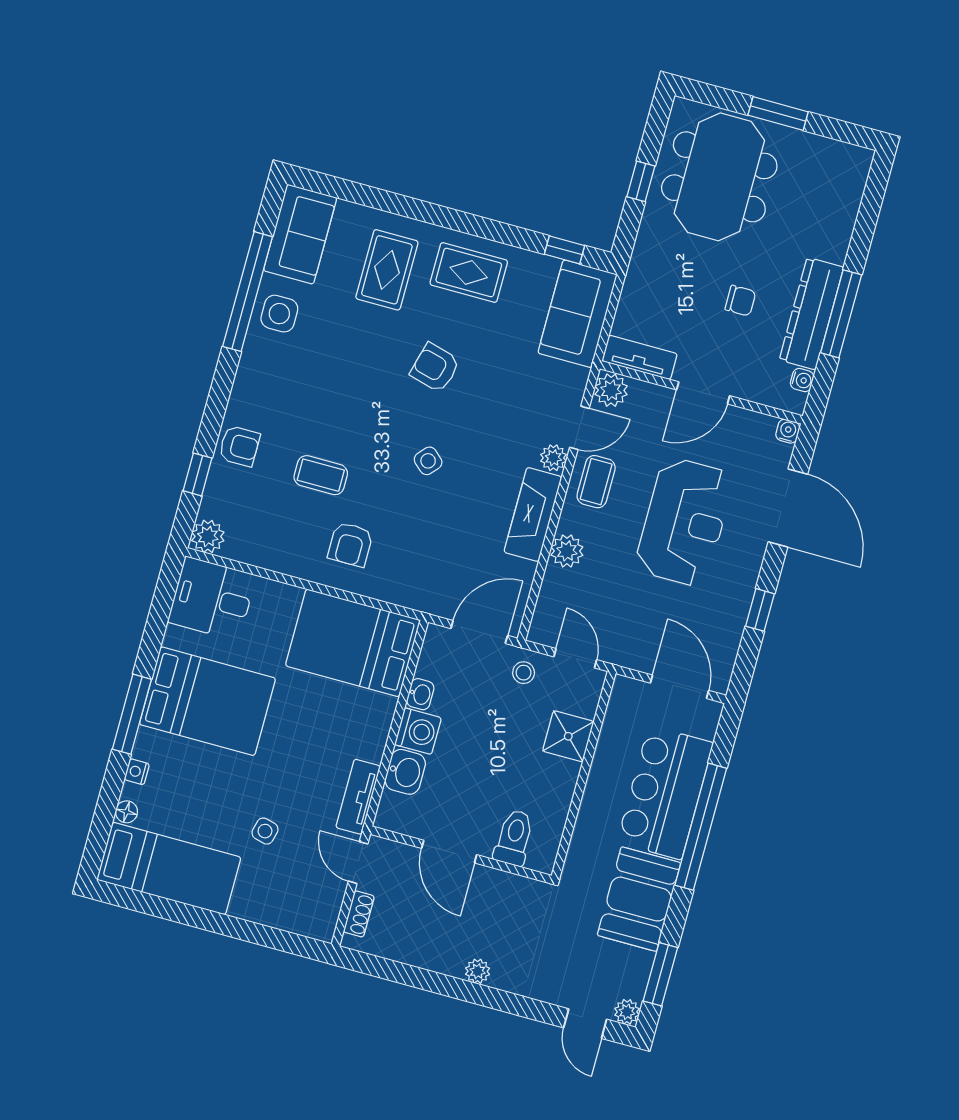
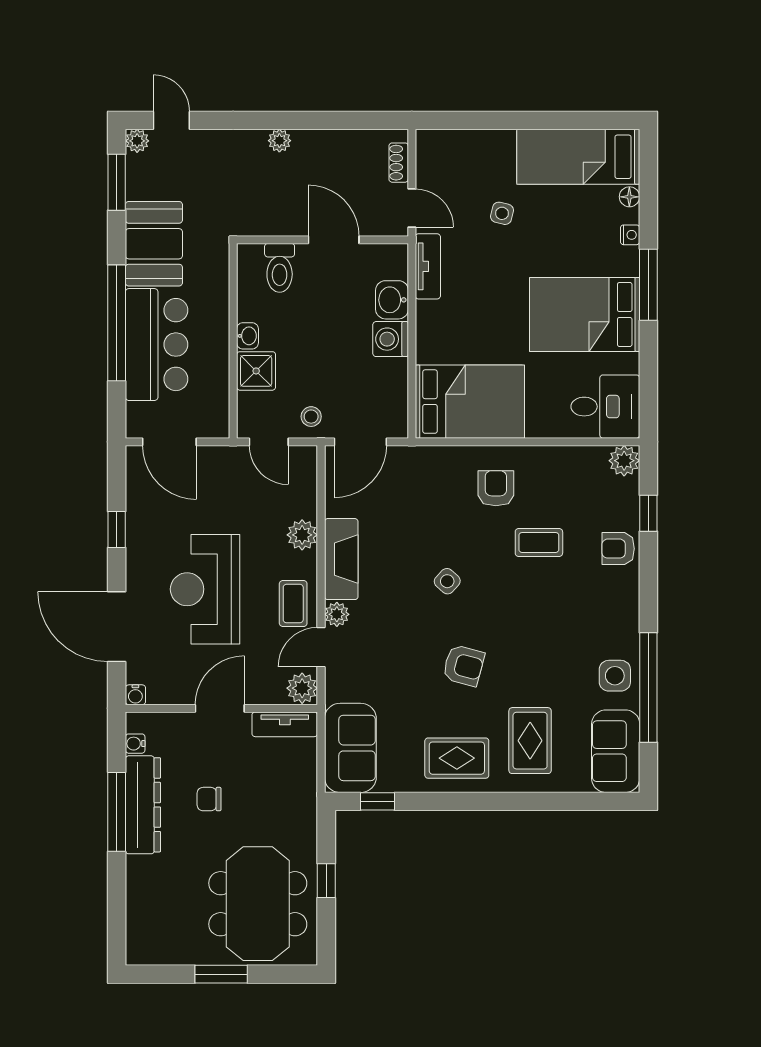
washbasin: (420, 694) -> (247, 336), moved, turned 180

